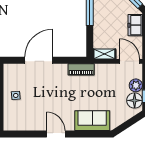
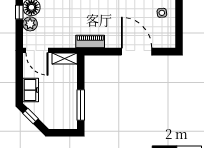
door: (39, 60) -> (137, 52), swing flipped

